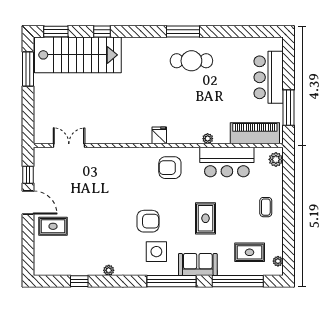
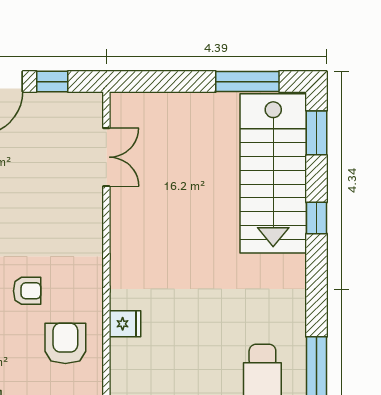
armchair: (141, 188) -> (27, 291), added

